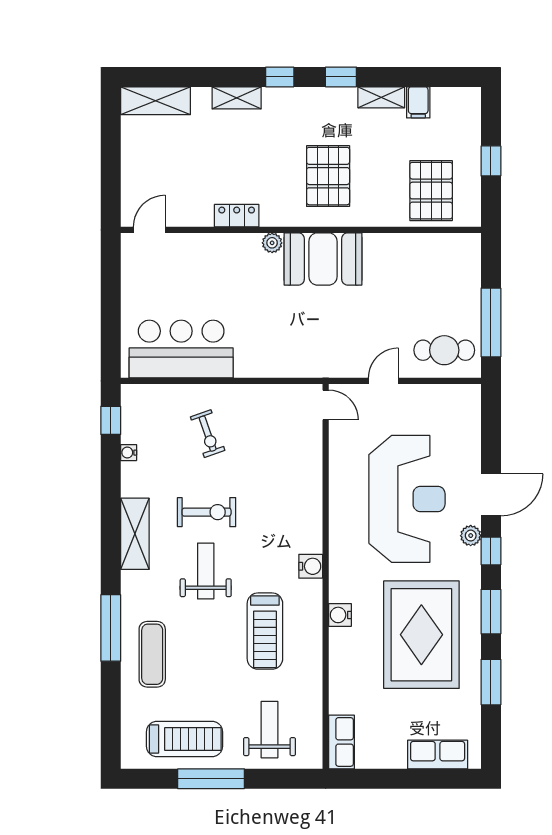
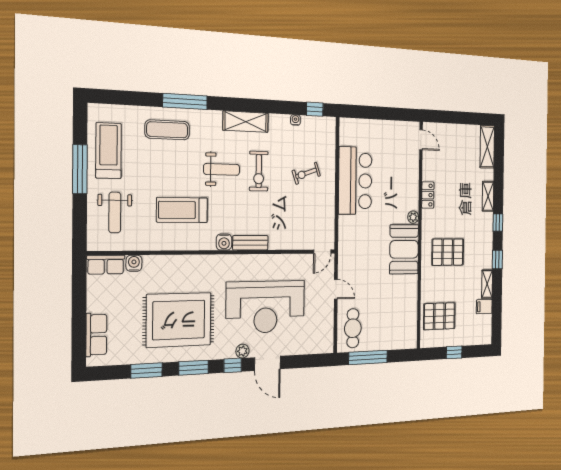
bar counter: (181, 349) -> (355, 181), moved
bench: (312, 524) -> (250, 243), added
water cooler: (340, 615) -> (134, 263), moved
weight bench: (269, 730) -> (115, 212), turned 90
treadmill: (184, 739) -> (109, 151), turned 180

